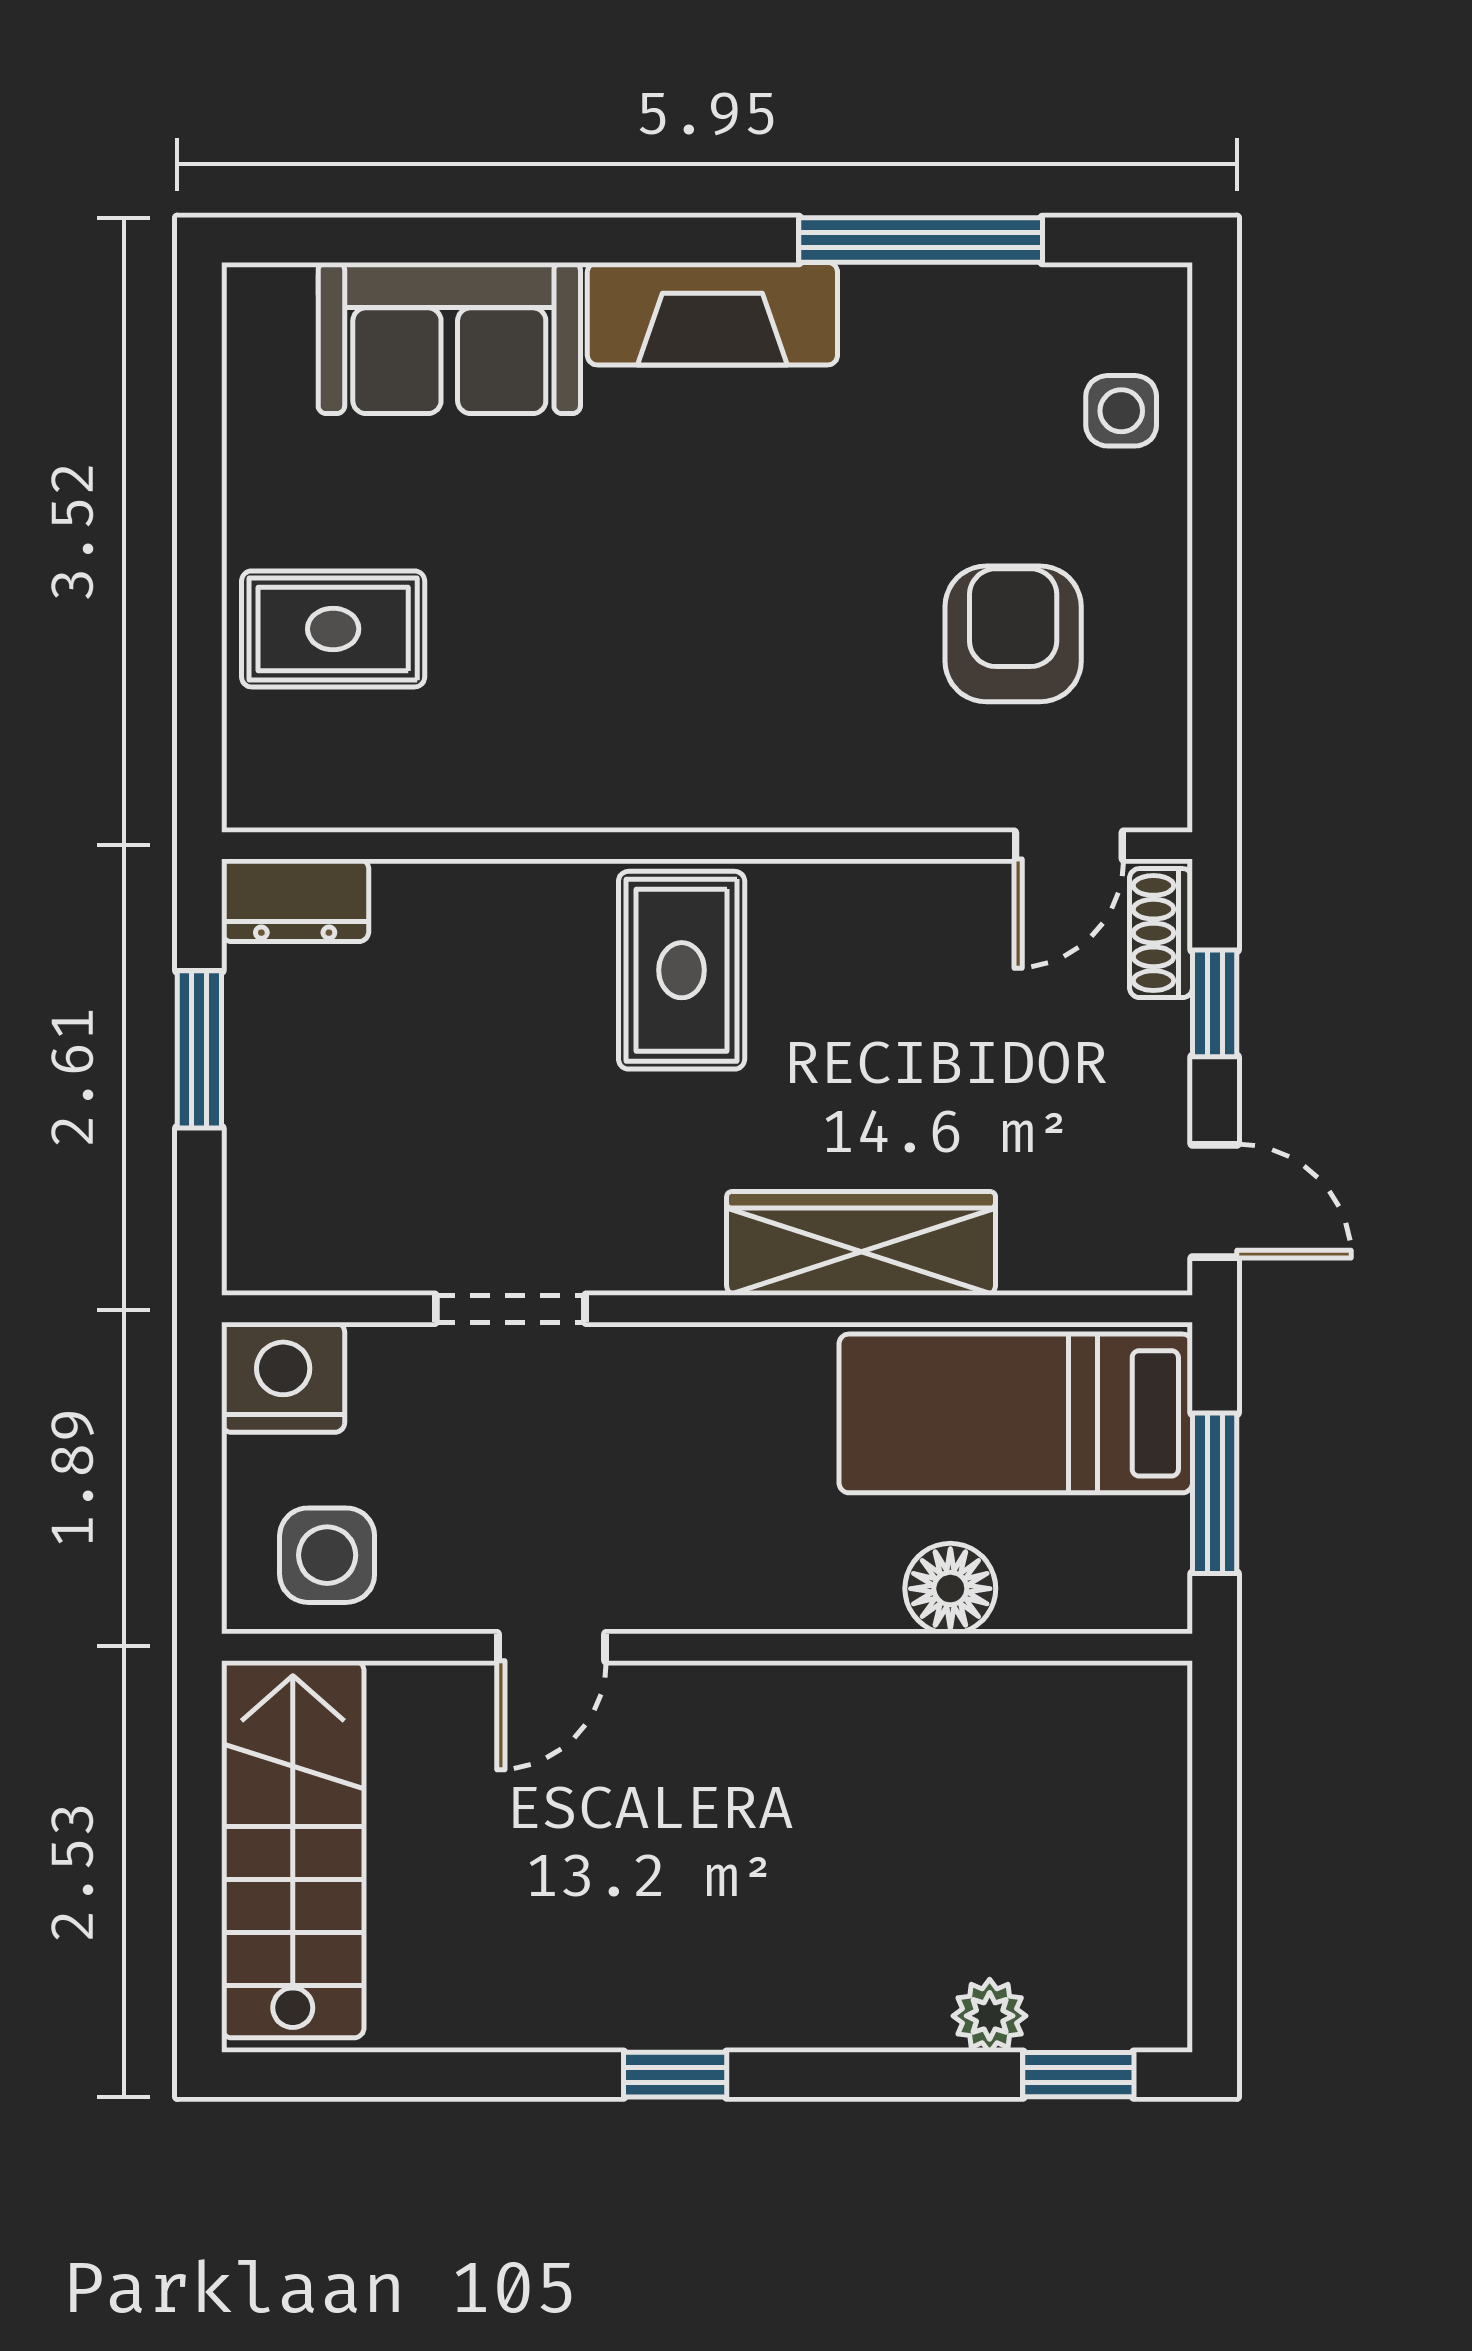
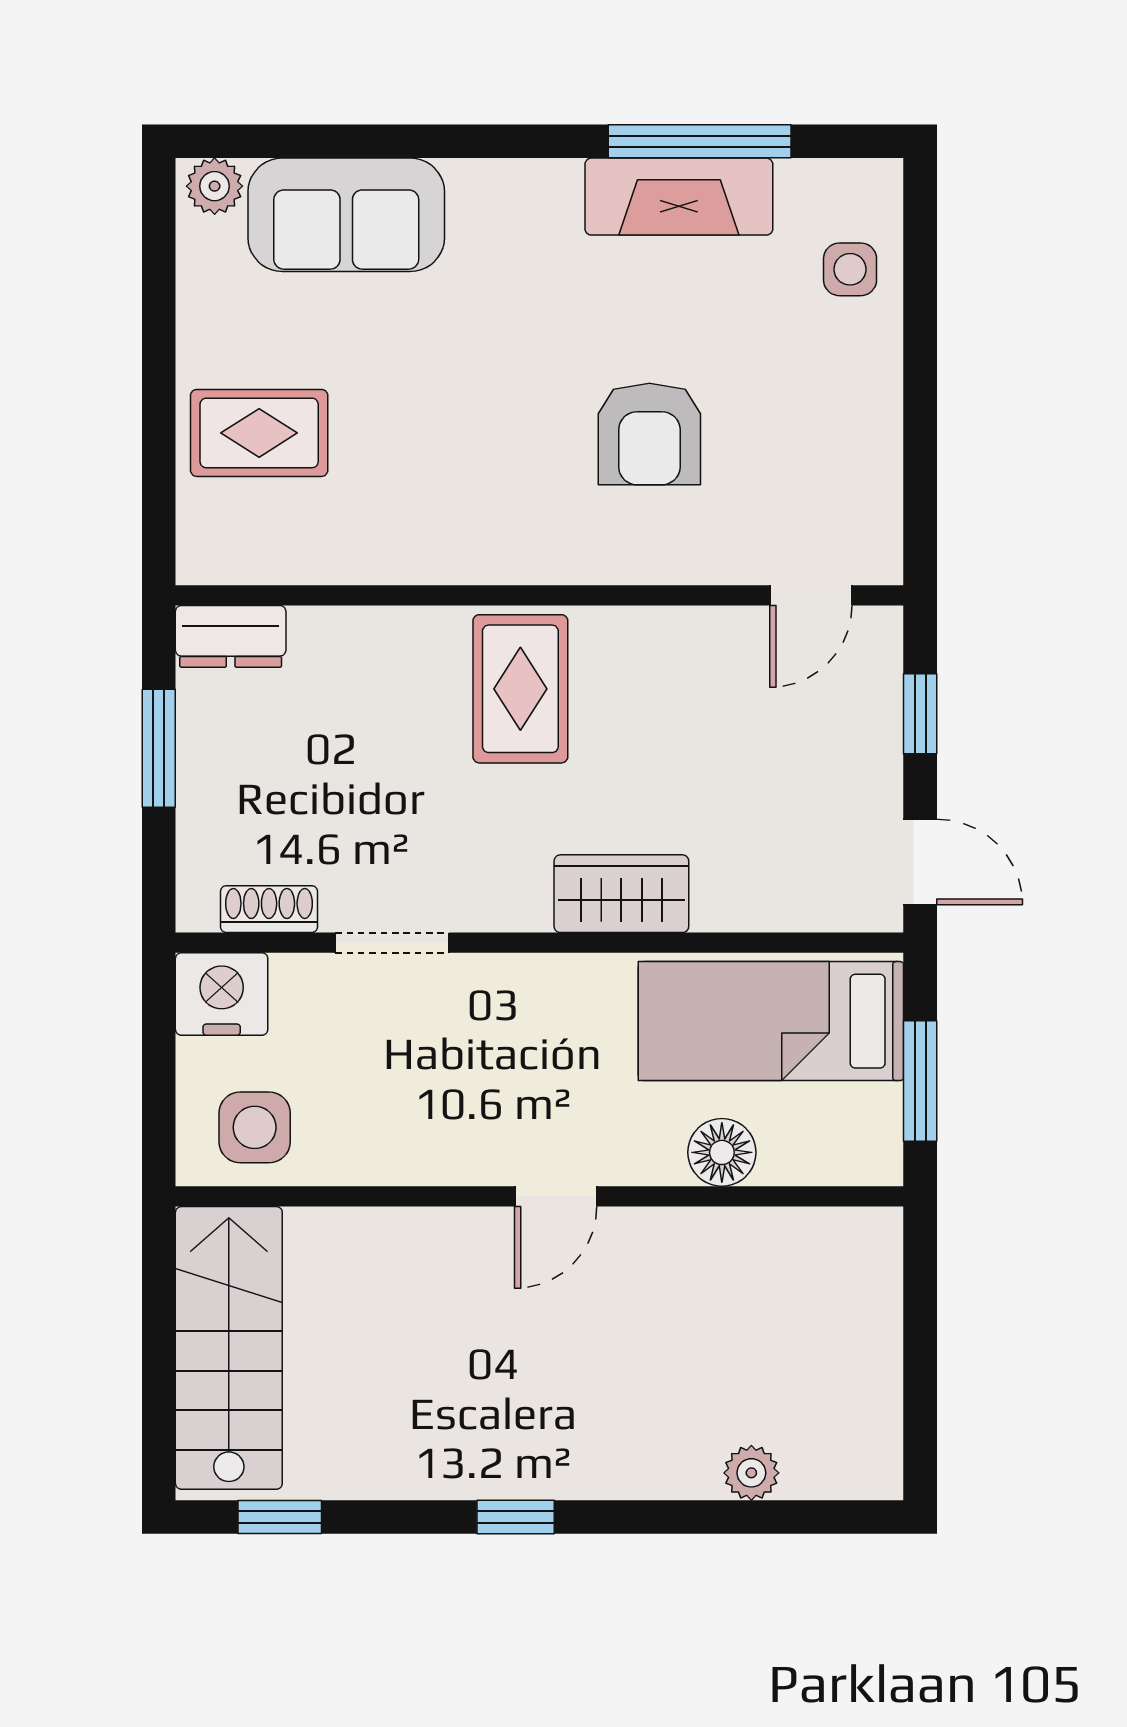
plant: (274, 300) -> (215, 186), added
fireplace: (712, 314) -> (679, 197), moved
armchair: (1013, 634) -> (649, 434), moved, turned 180
shoe rack: (1161, 933) -> (269, 909), moved, turned 90
wardrobe: (861, 1243) -> (621, 894), width x0.67
door: (551, 1647) -> (556, 1196), moved
window: (1078, 2075) -> (280, 1517), moved

